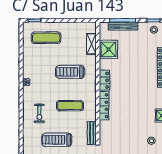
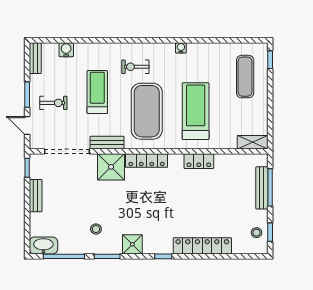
shelving: (91, 44) -> (253, 142), moved
shower: (108, 49) -> (111, 167), moved
treadmill: (70, 72) -> (196, 111), width x1.37, depth x1.38
locker: (104, 80) -> (199, 161), moved
exercise mat: (70, 106) -> (147, 111), width x2.00, depth x1.45

